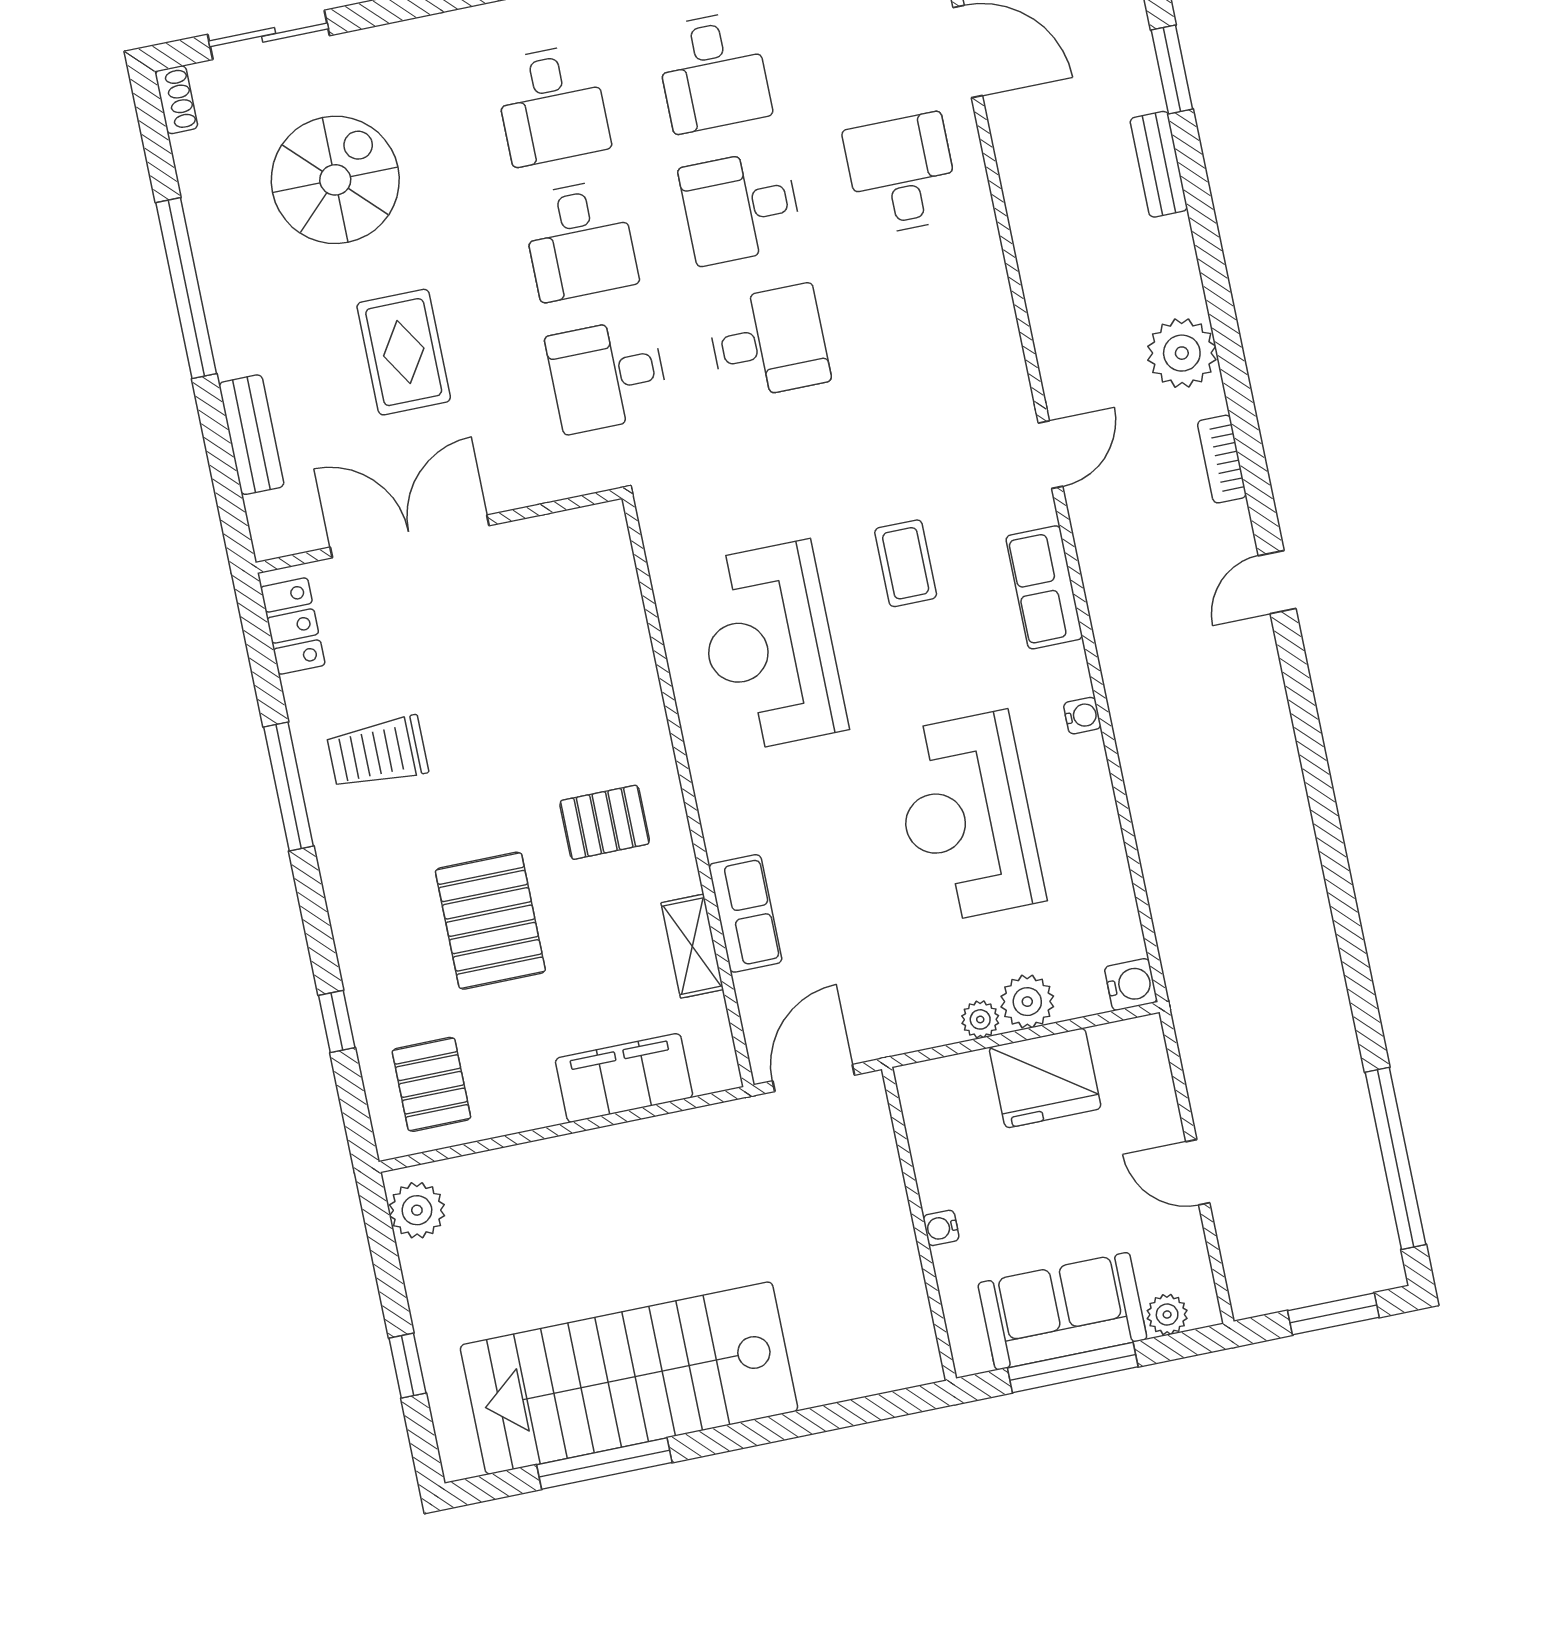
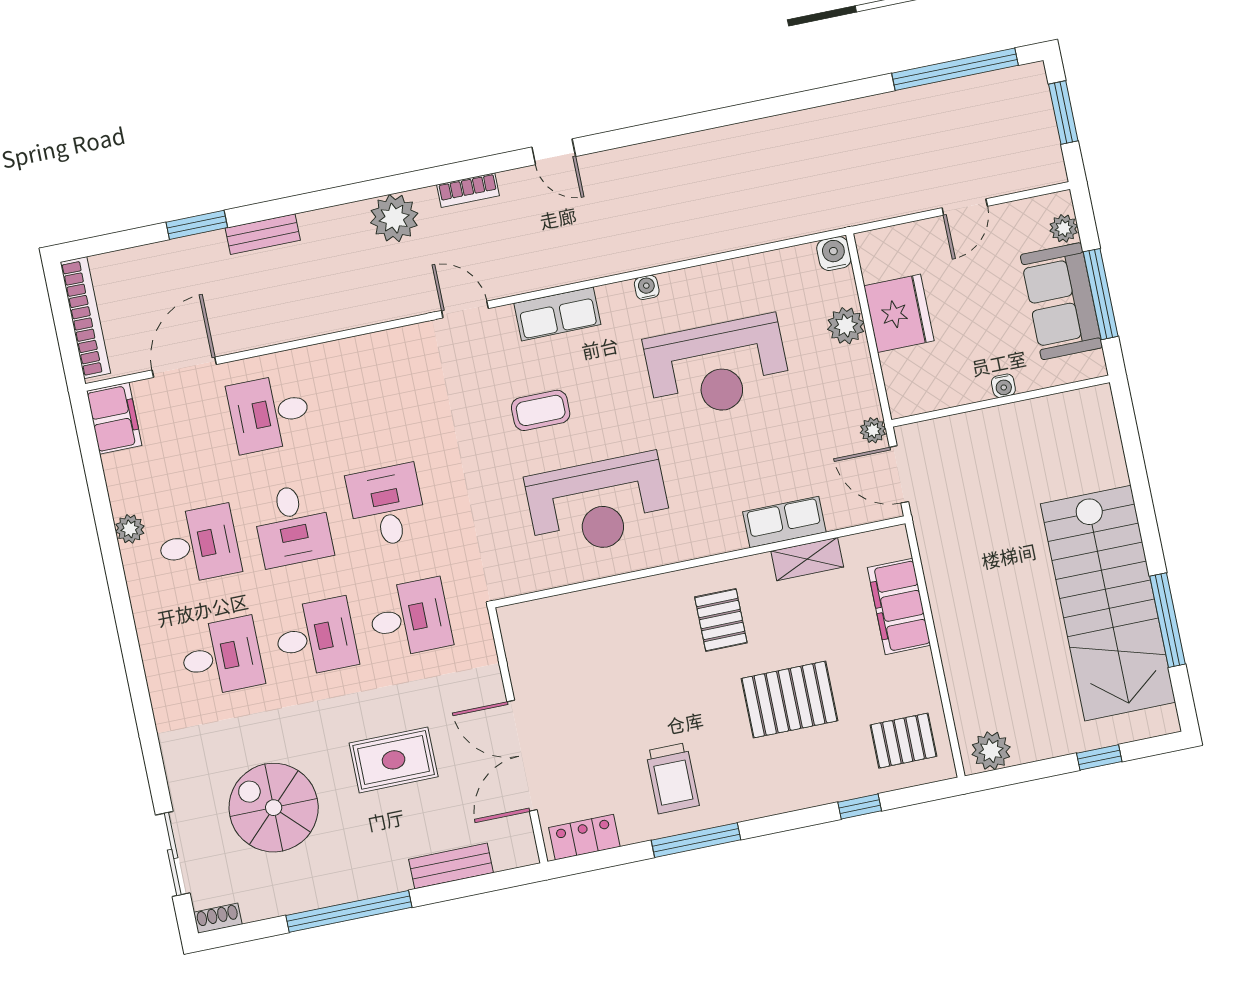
desk: (607, 375) -> (410, 618), turned -90
plant: (980, 1019) -> (873, 430), moved

